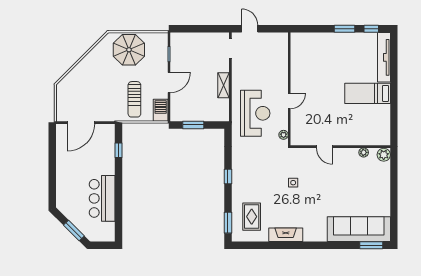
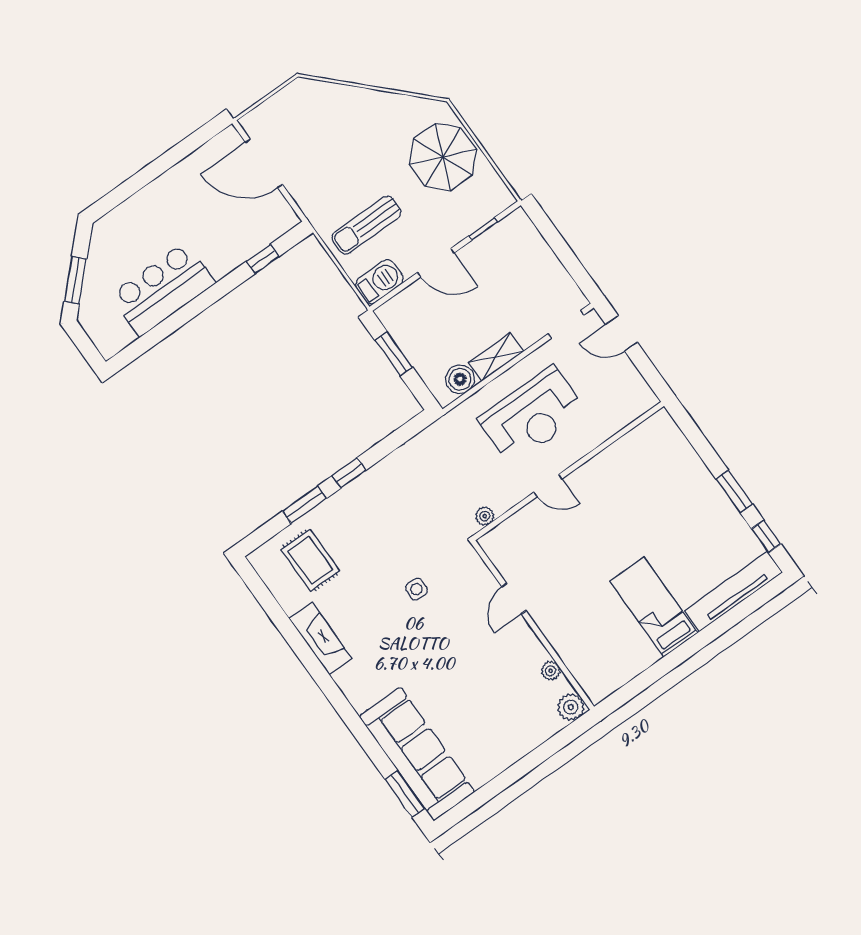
door: (250, 29) -> (621, 333), swing flipped
boiler: (222, 106) -> (460, 379), added
reception desk: (255, 113) -> (532, 415), moved
rug: (252, 217) -> (310, 560), turned 90
window: (228, 223) -> (304, 505), moved

